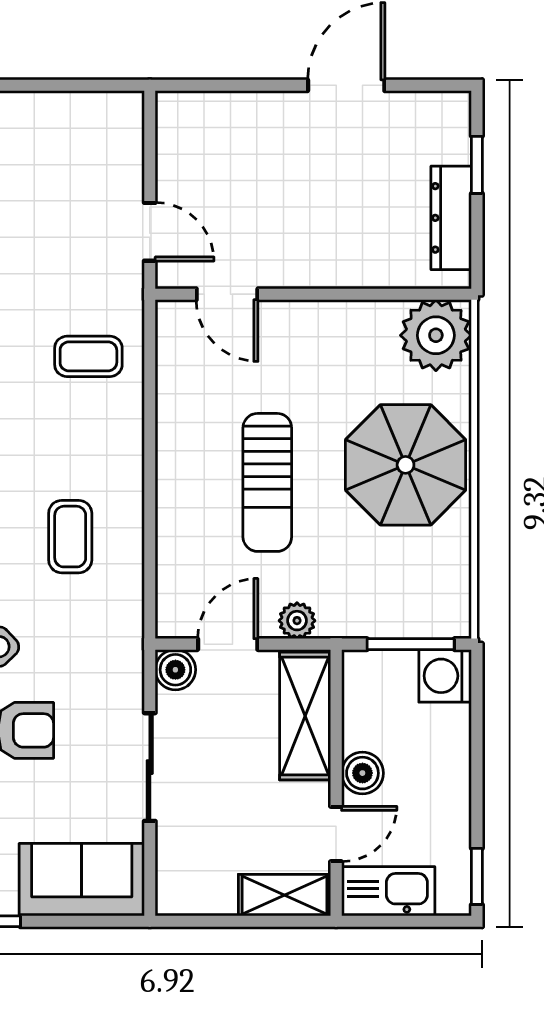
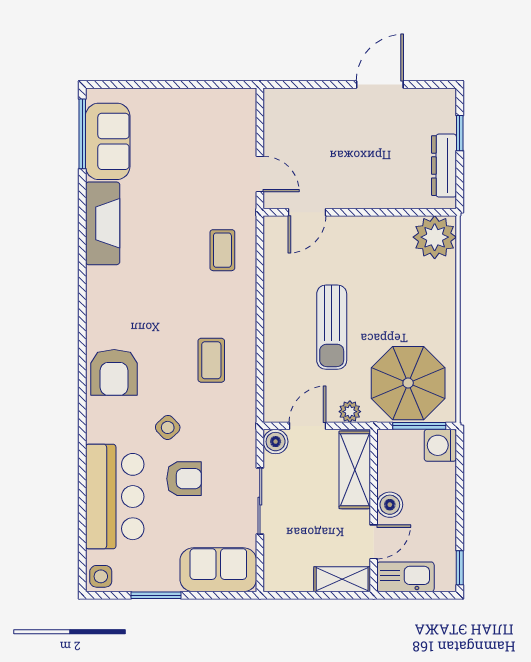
door: (227, 294) -> (307, 212), hinge flipped
coffee table: (88, 356) -> (222, 250), turned 90
parasol: (406, 465) -> (408, 383), moved

